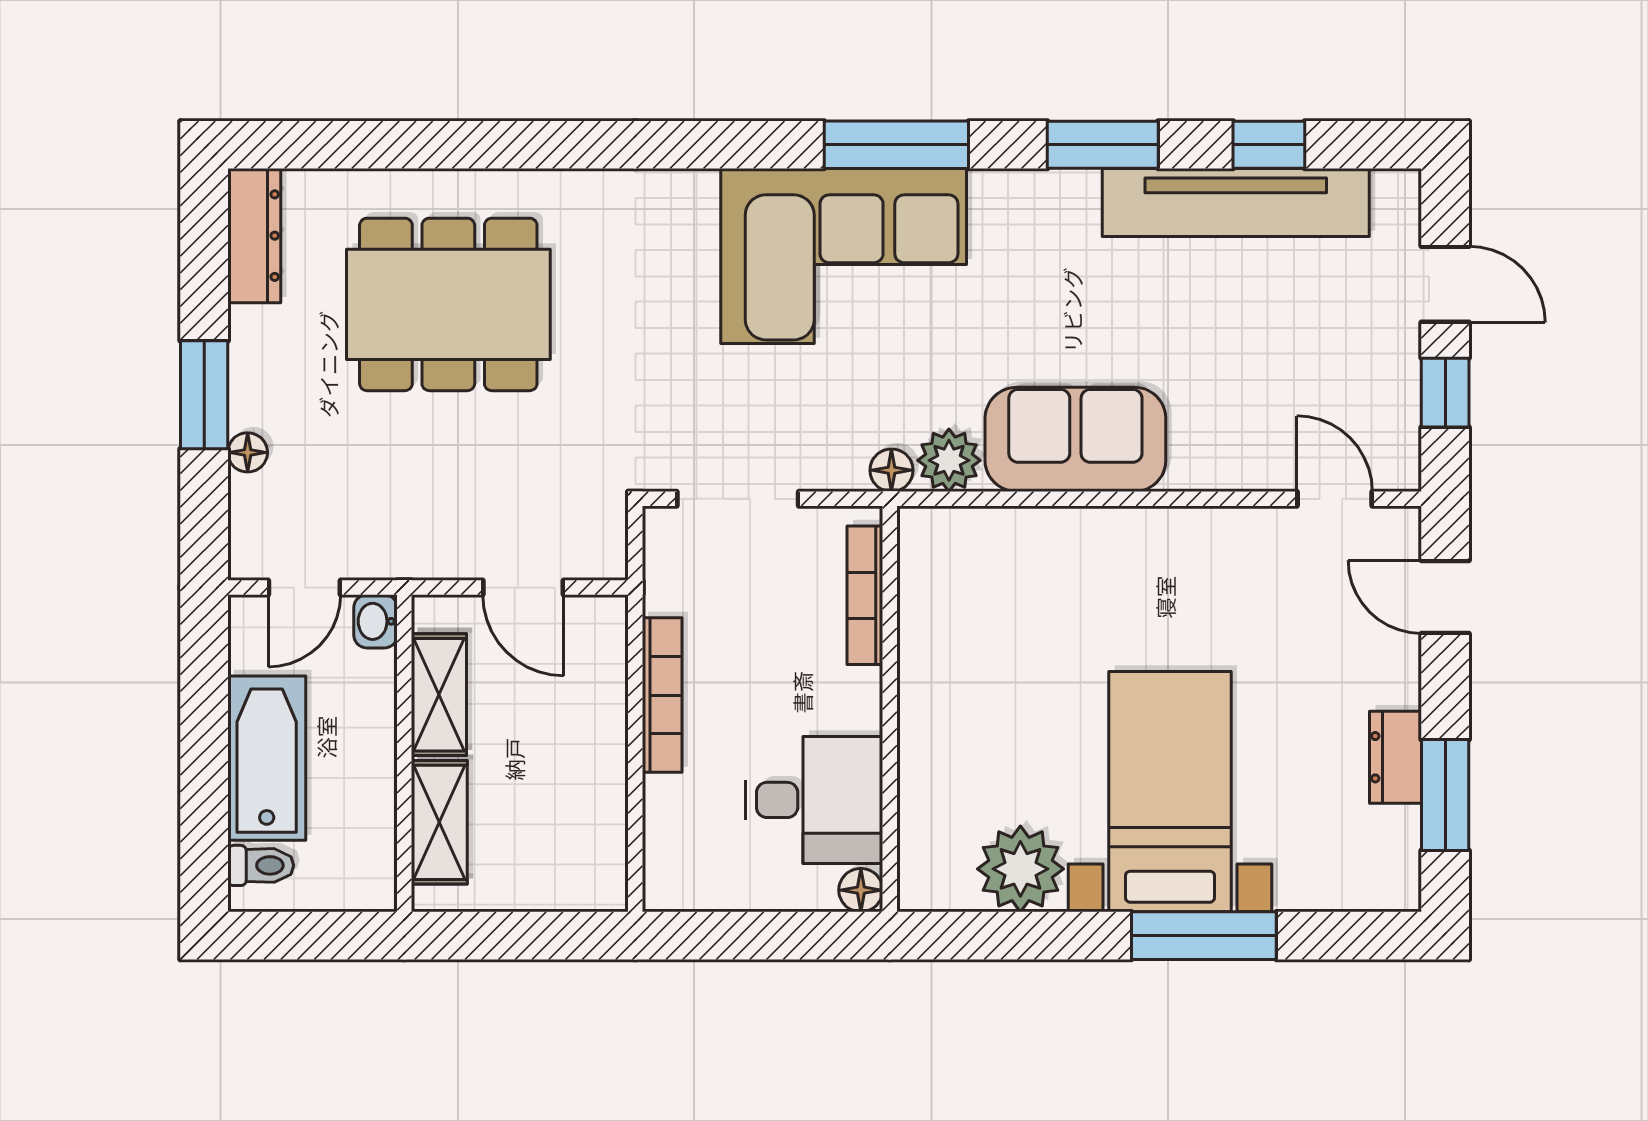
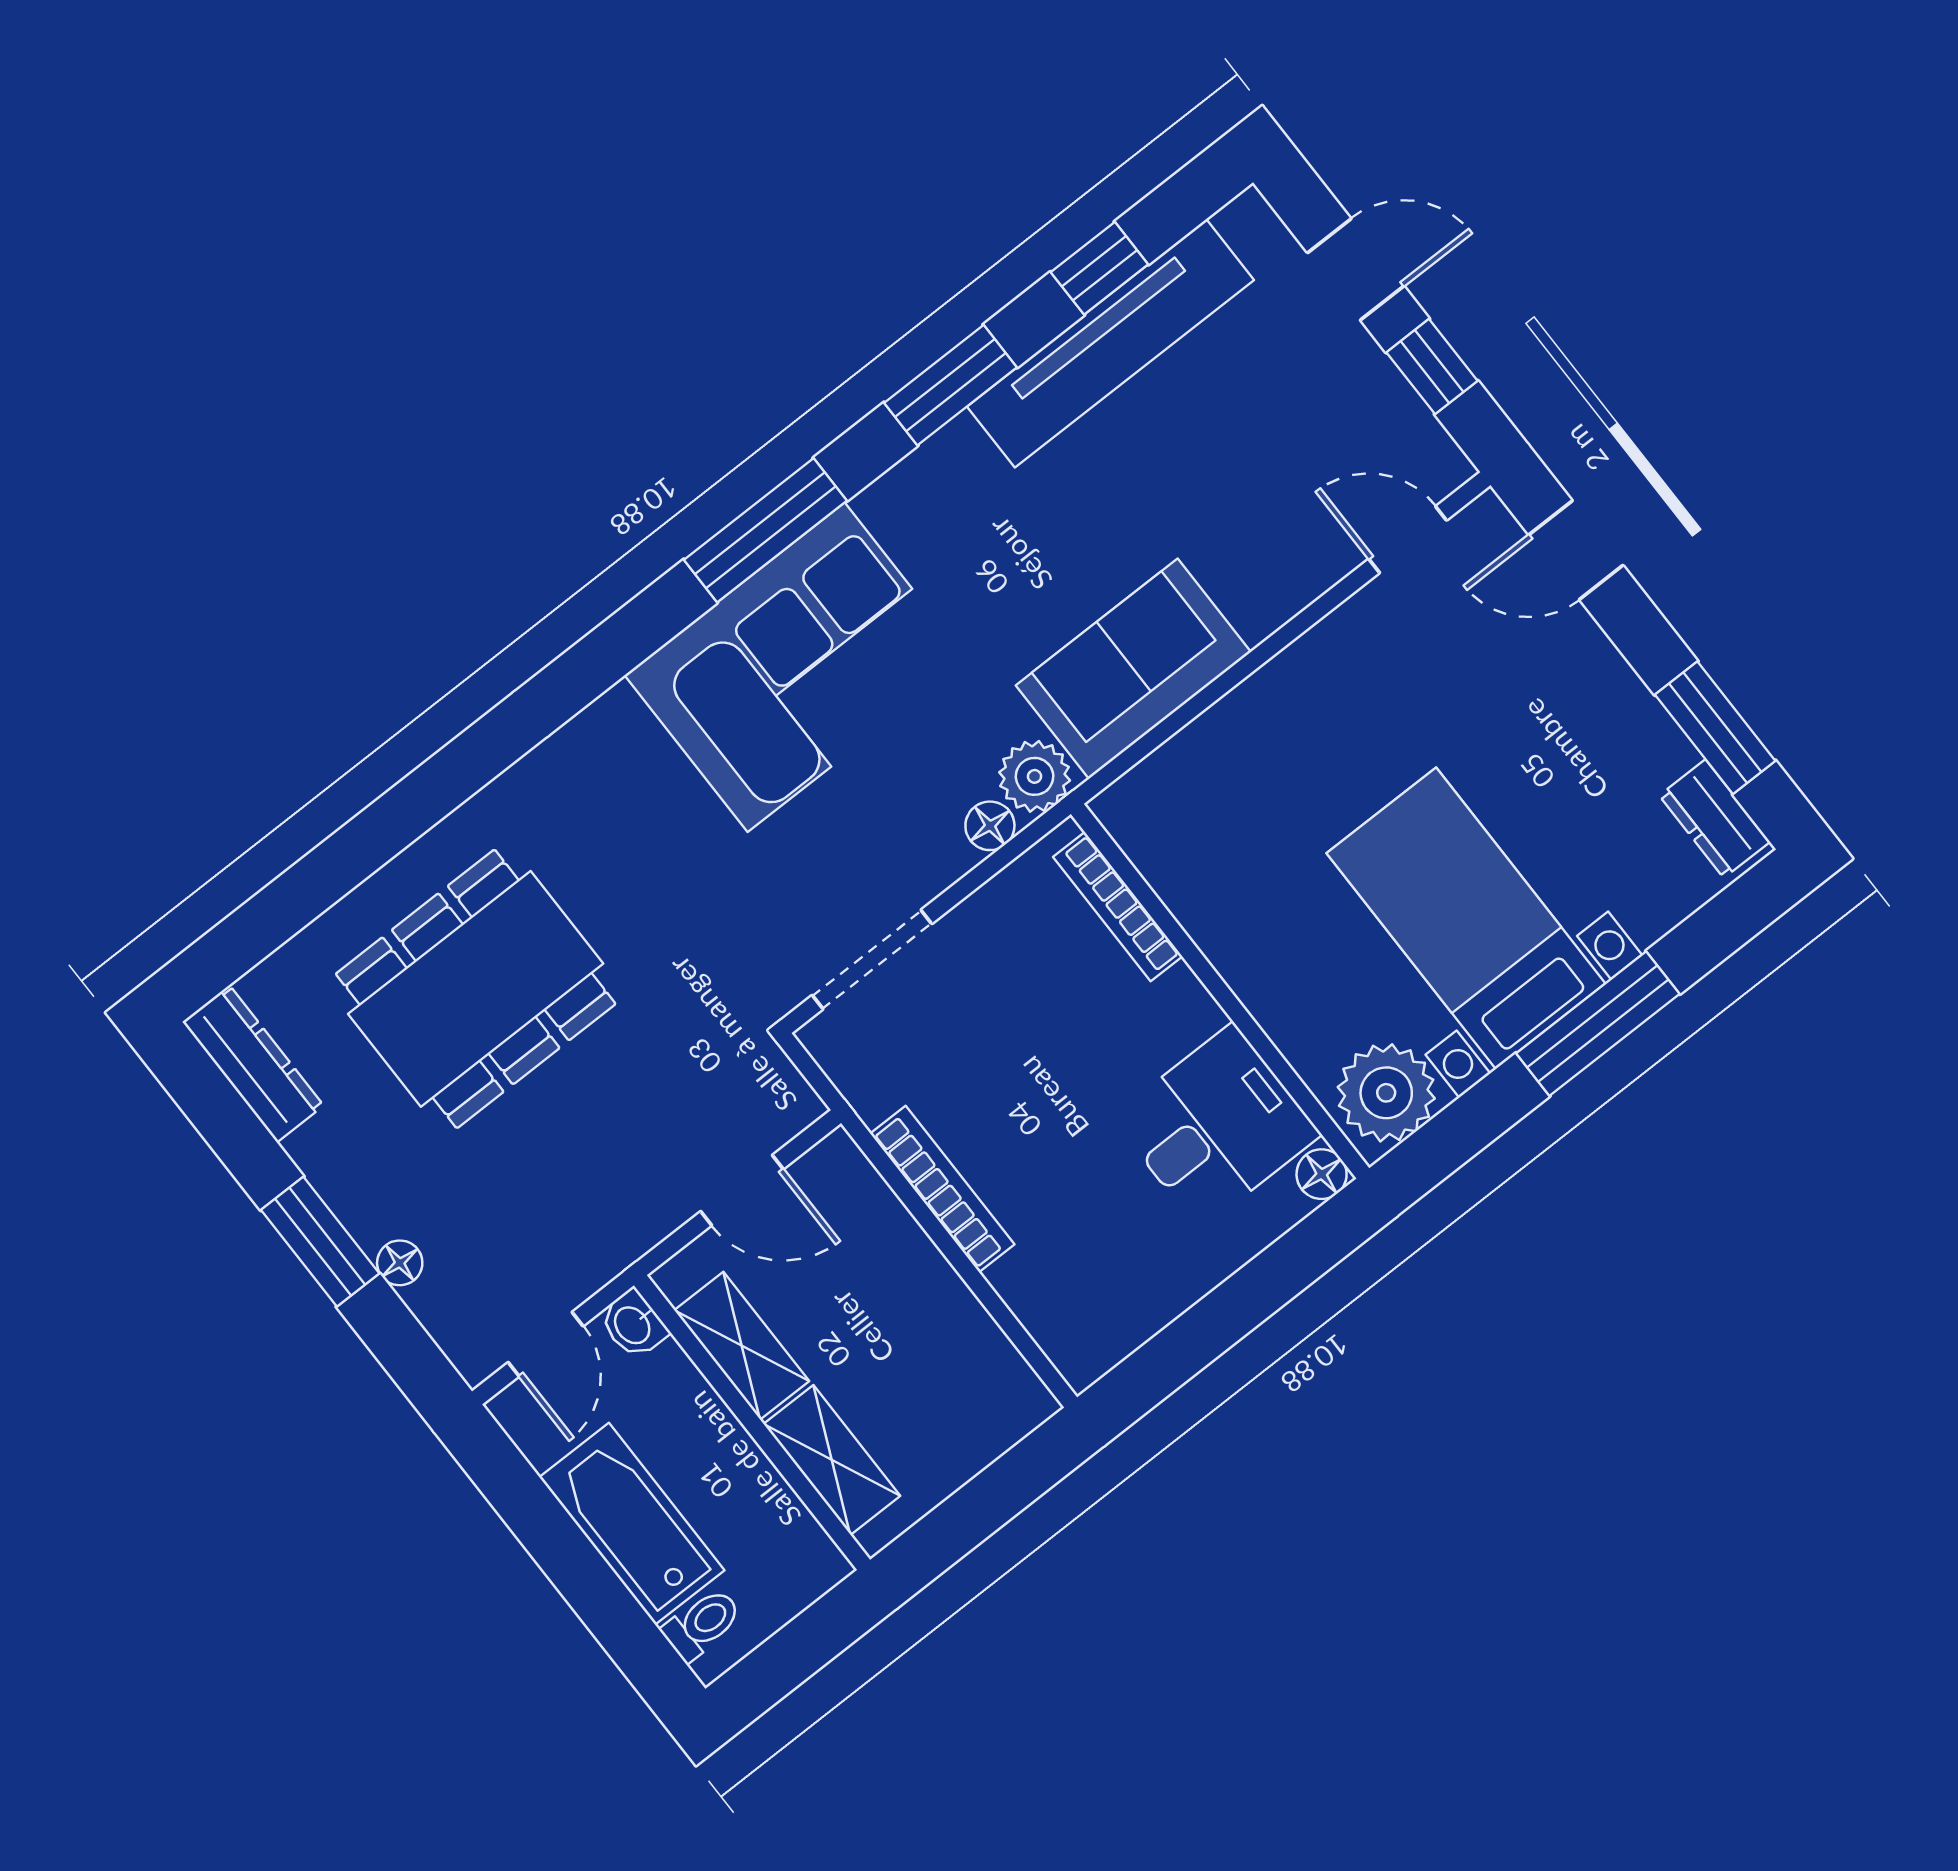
bookcase: (865, 595) -> (1118, 907), moved
wall: (890, 709) -> (1220, 991), moved
dresser: (1396, 757) -> (1715, 819), moved
desk: (814, 800) -> (1216, 1126), moved
floor lamp: (861, 890) -> (1322, 1174), moved

